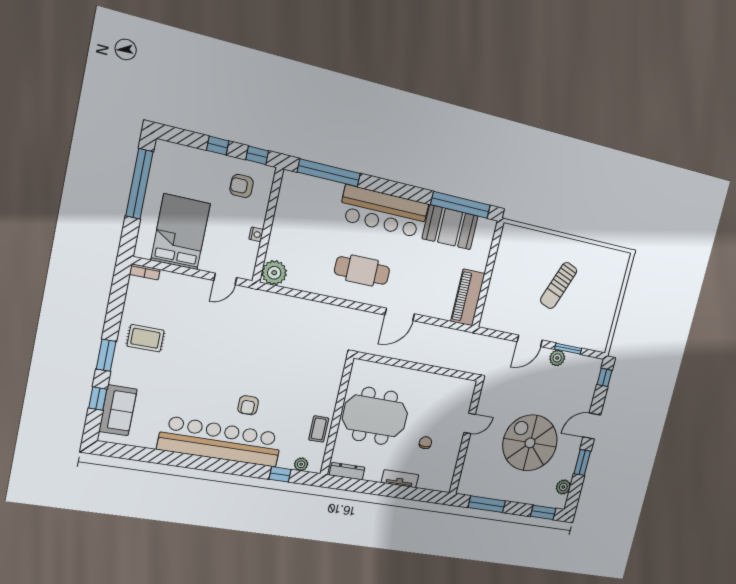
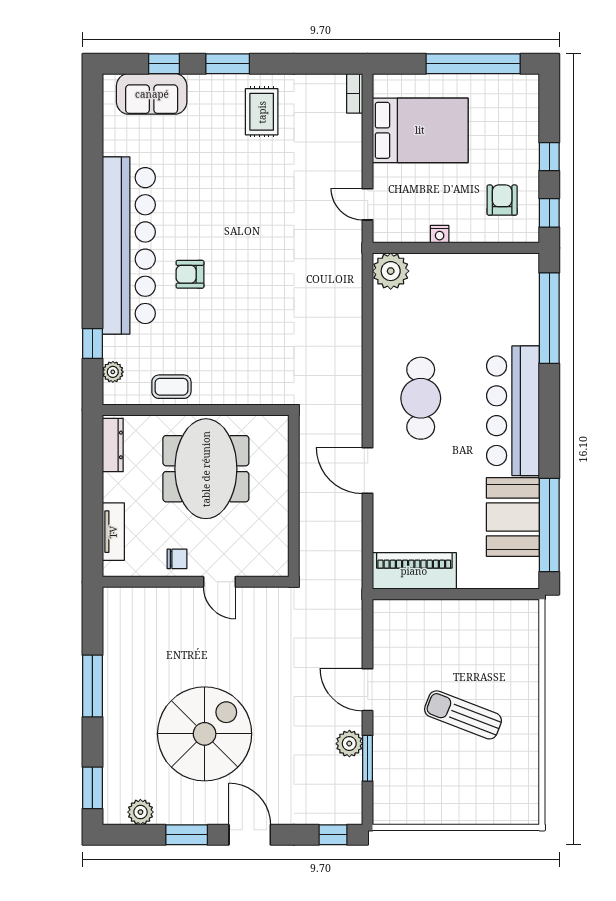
door: (470, 423) -> (219, 582), moved
wall: (466, 438) -> (196, 582), moved

